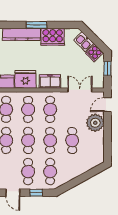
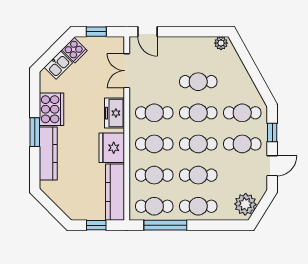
plant: (95, 123) -> (221, 43), moved, width x0.53, depth x0.53

